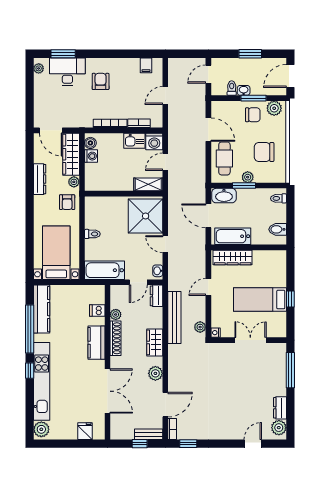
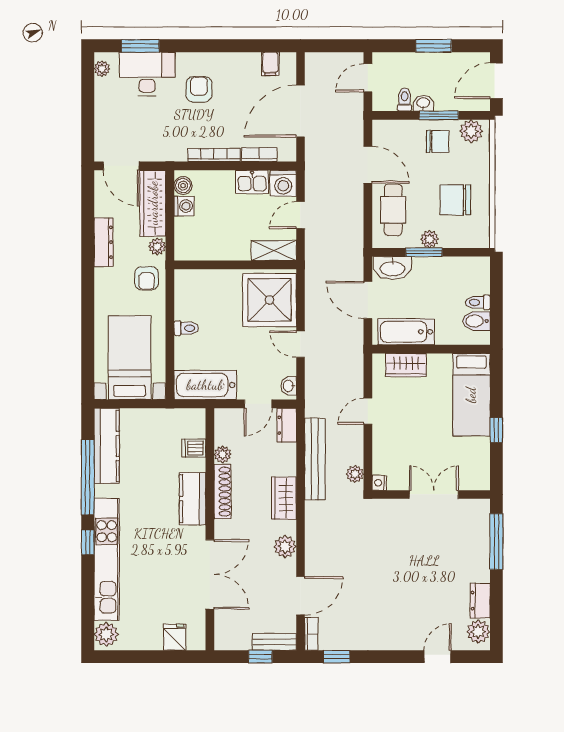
door: (165, 95) -> (300, 111), width x1.88
toilet: (278, 198) -> (478, 302), moved
wardrobe: (233, 258) -> (406, 365), width x0.67
bed: (260, 300) -> (471, 395), moved, turned -90

